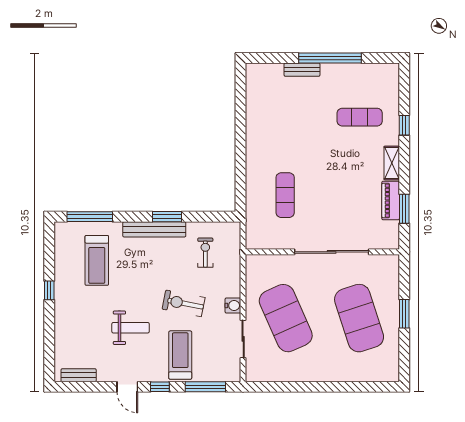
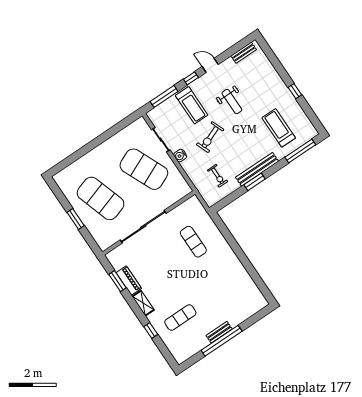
bench: (302, 70) -> (219, 332), moved
exercise bike: (184, 303) -> (210, 137), turned 147
weight bench: (131, 328) -> (232, 102), turned -90

